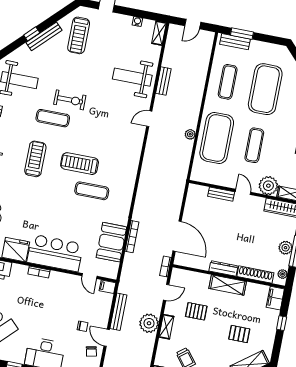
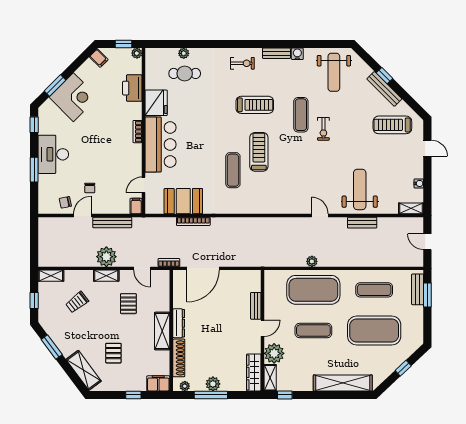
exercise bike: (70, 100) -> (323, 129), width x0.73, depth x0.72

